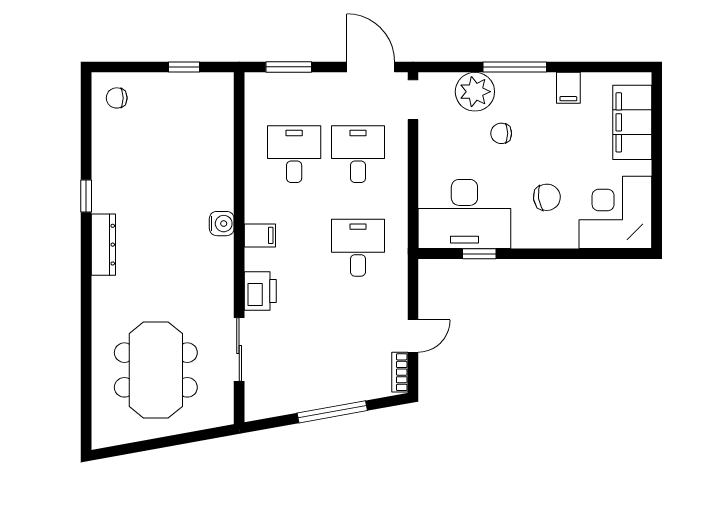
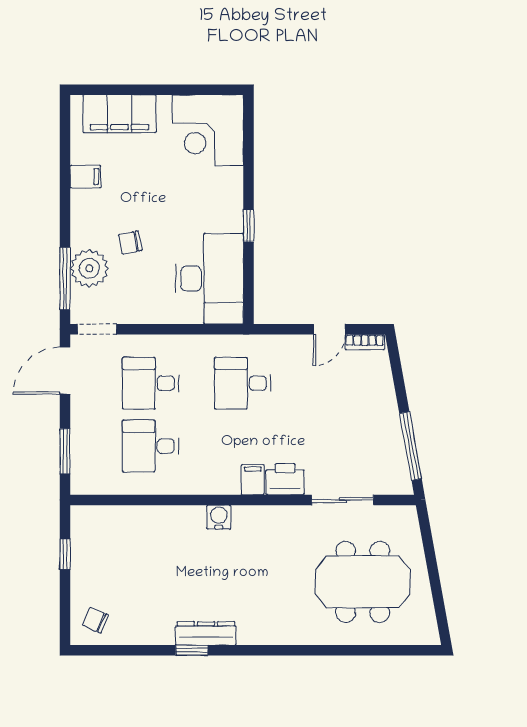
window: (515, 67) -> (65, 279), moved
chair: (117, 98) -> (95, 620), turned 113
chair: (501, 133) -> (130, 242), turned 79
chair: (547, 197) -> (193, 198), removed
filing cabinet: (260, 235) -> (253, 480), moved
dresser: (103, 245) -> (206, 633), moved
window: (479, 254) -> (249, 225), moved
door: (413, 336) -> (329, 329), swing flipped
window: (332, 412) -> (410, 446), moved

